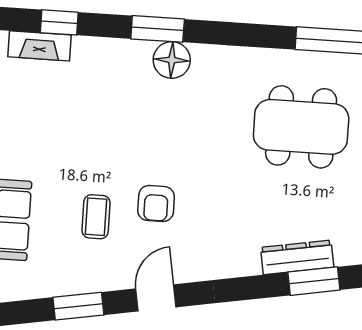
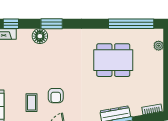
floor lamp: (172, 60) -> (40, 36), moved

